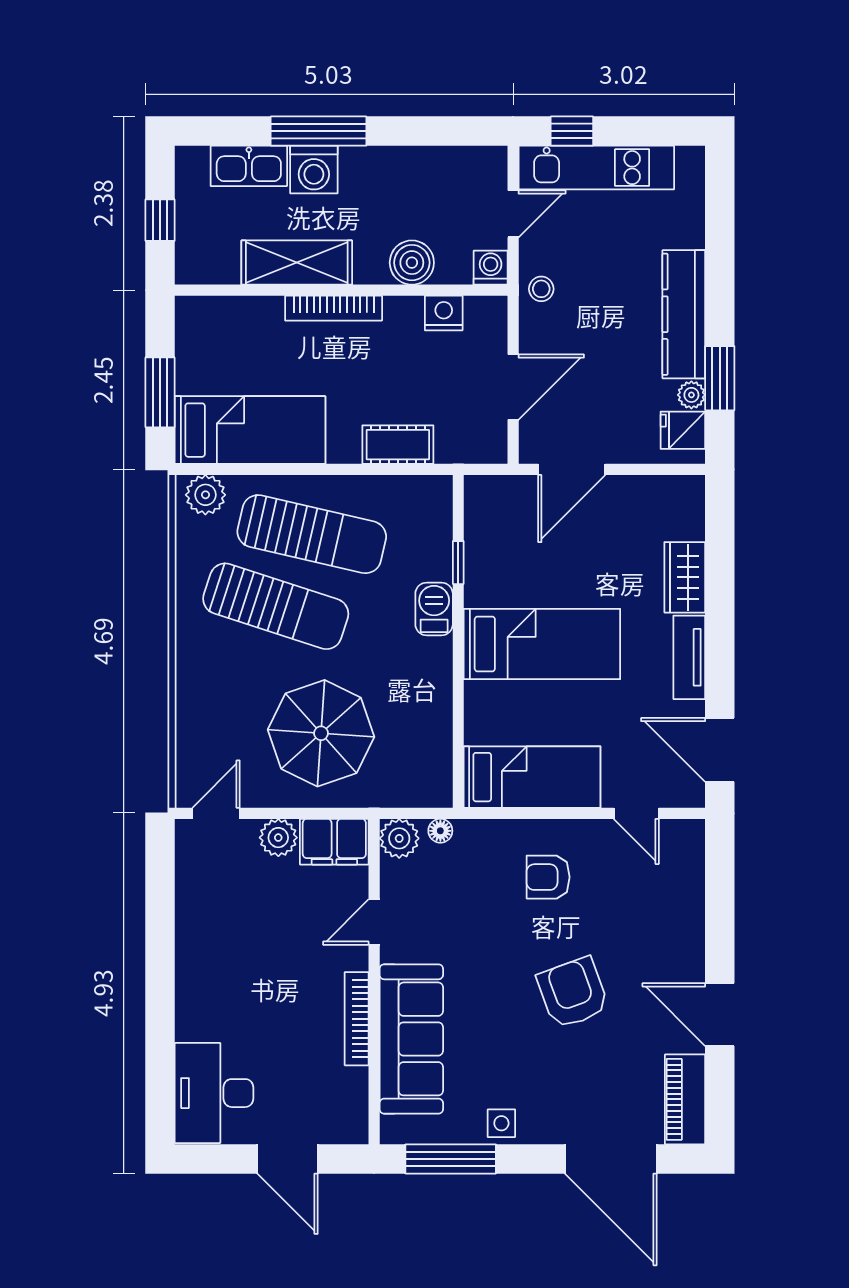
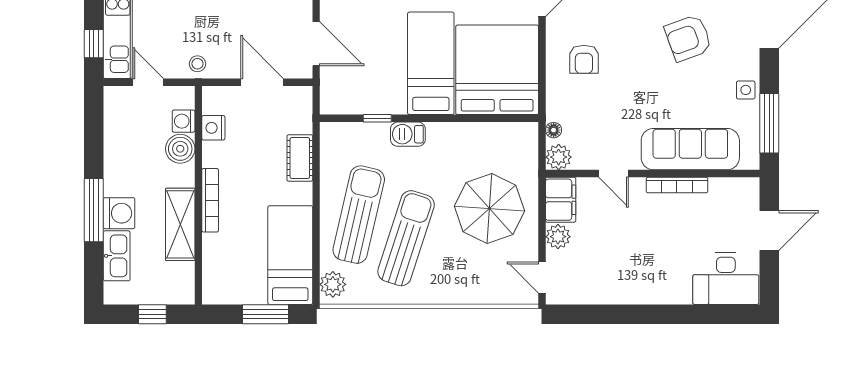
washing machine: (491, 268) -> (184, 121), moved
bed: (532, 777) -> (497, 70), width x2.04
armchair: (573, 993) -> (688, 38), moved

